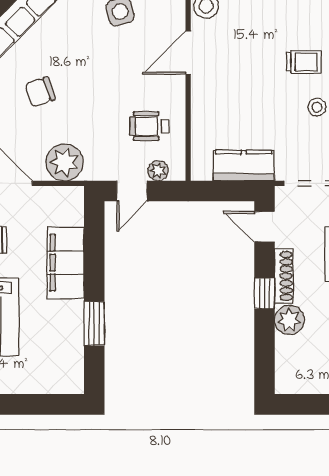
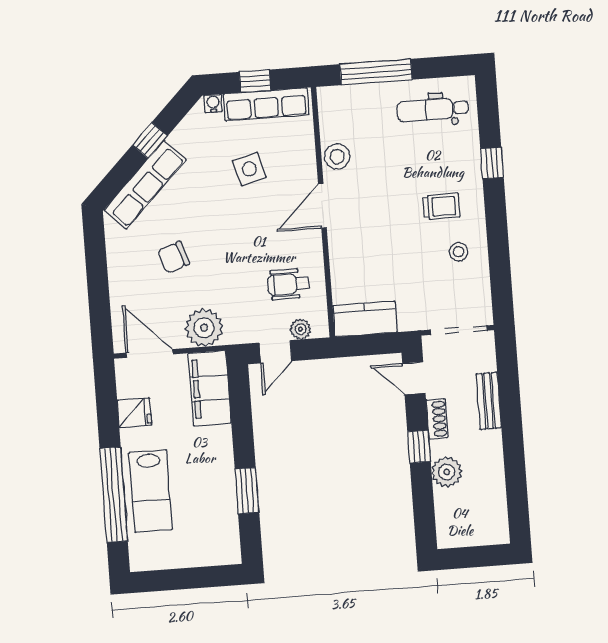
kitchen counter: (244, 166) -> (365, 319), moved
filing cabinet: (66, 263) -> (210, 388), moved
shoe rack: (284, 276) -> (437, 419), width x0.70

